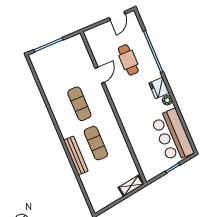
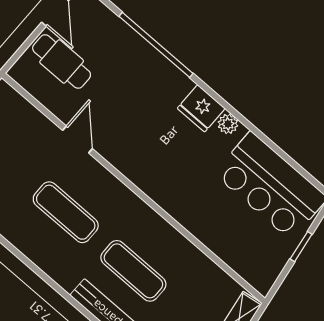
cafe table: (128, 60) -> (62, 61), moved

